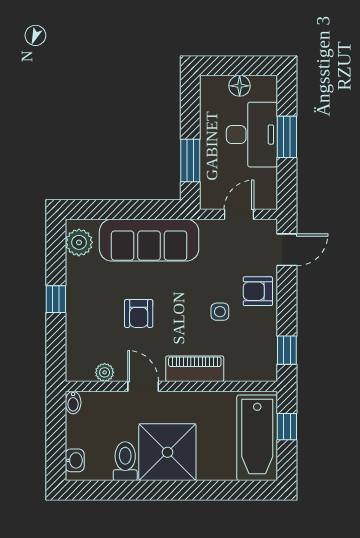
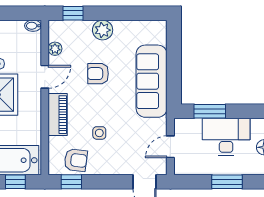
desk: (252, 135) -> (226, 137), moved, turned 180
door: (239, 214) -> (170, 147), swing flipped
plant: (79, 242) -> (103, 30), moved
armchair: (258, 291) -> (76, 160), moved, turned 97
window: (56, 299) -> (73, 13), moved

